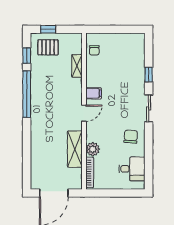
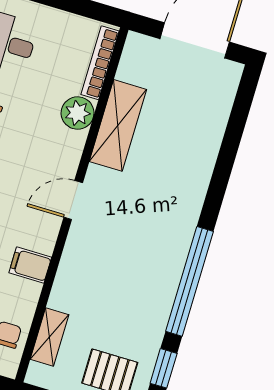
shelving: (77, 66) -> (50, 337), moved
filing cabinet: (94, 93) -> (30, 265), moved

